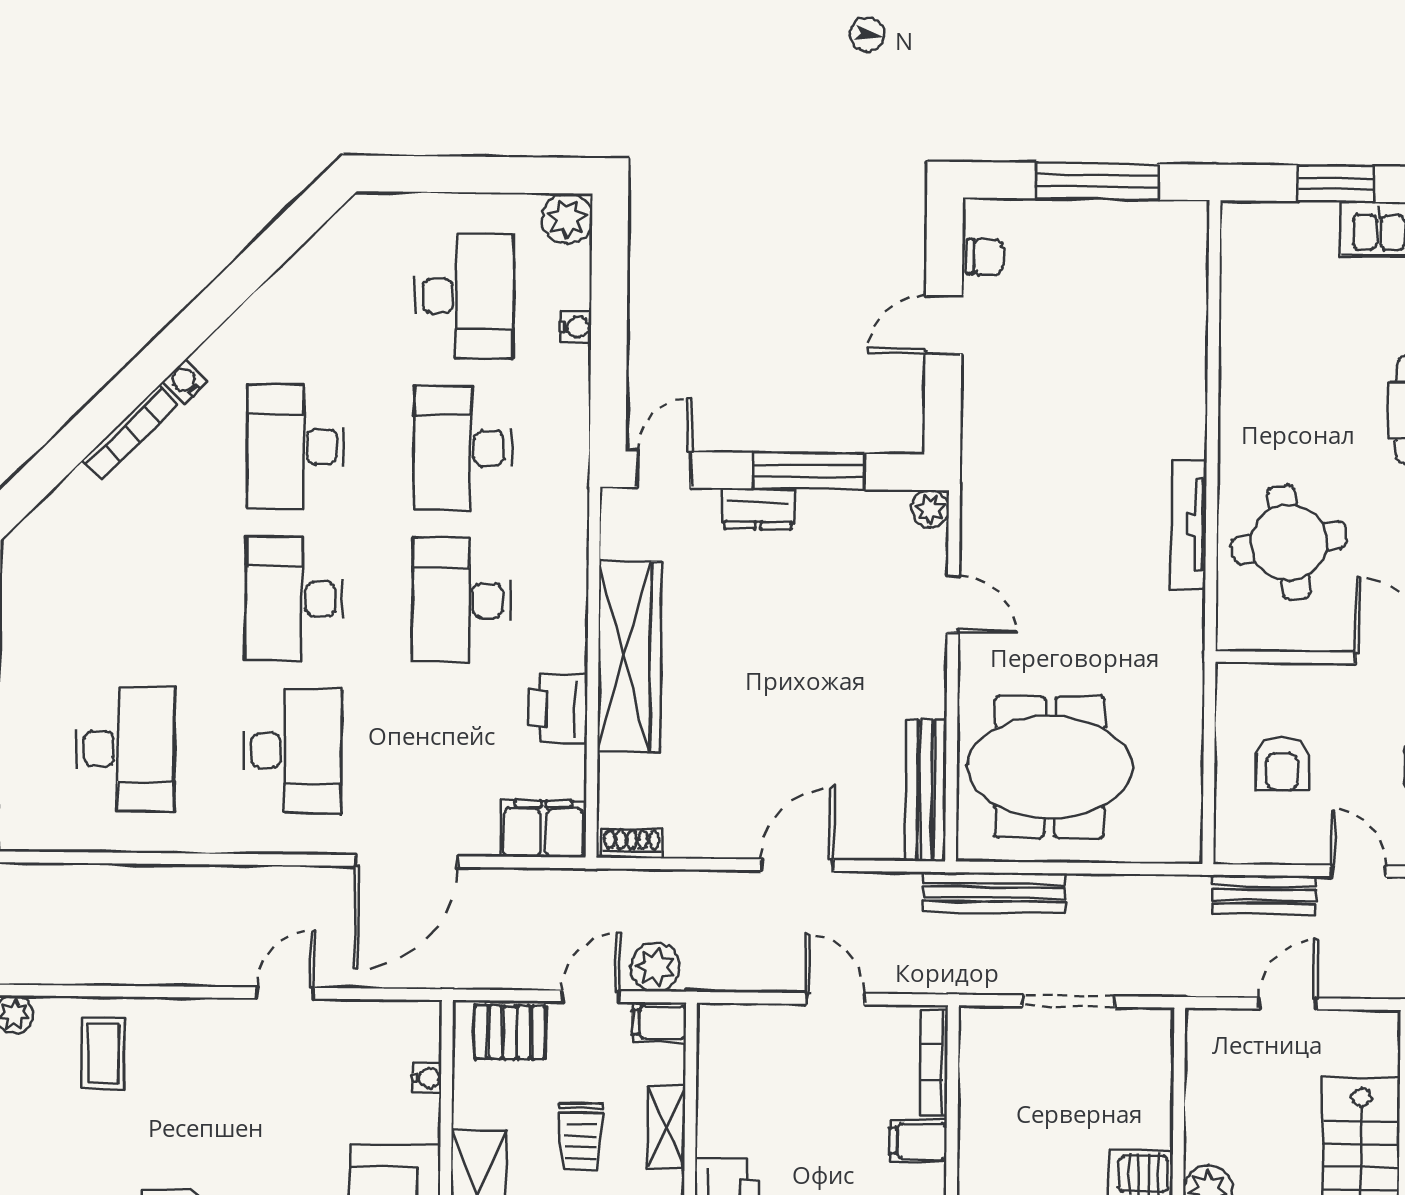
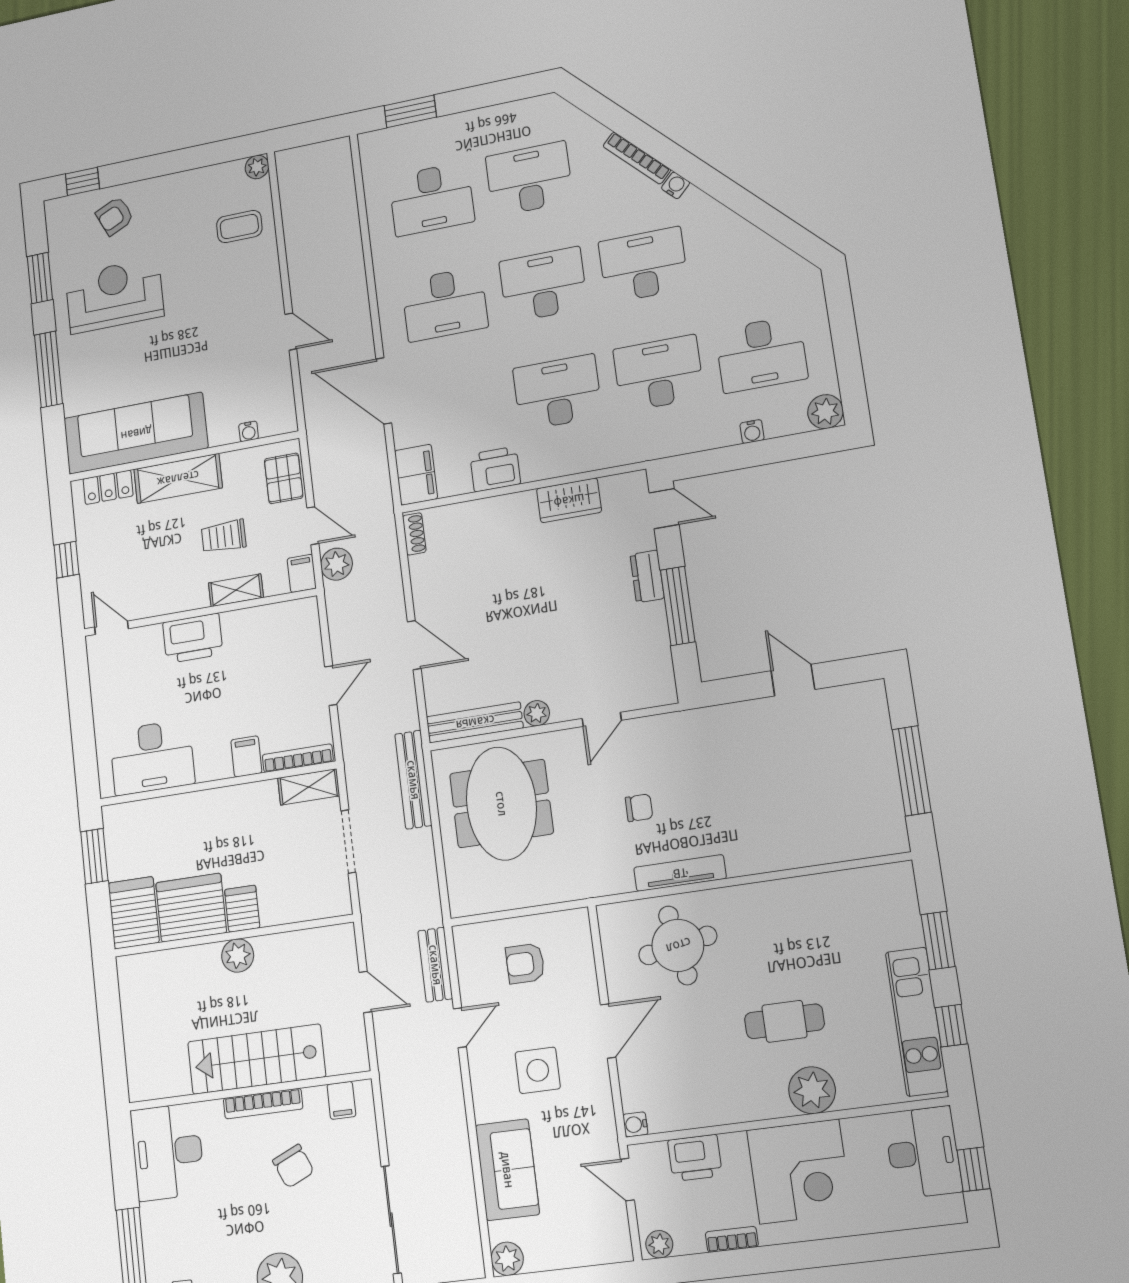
chair: (985, 257) -> (639, 808), moved, turned -90
plant: (930, 509) -> (537, 713), moved
desk: (127, 597) -> (529, 179), added
wardrobe: (629, 656) -> (569, 500), width x0.48, depth x0.85
shelving: (979, 1051) -> (309, 787), added

